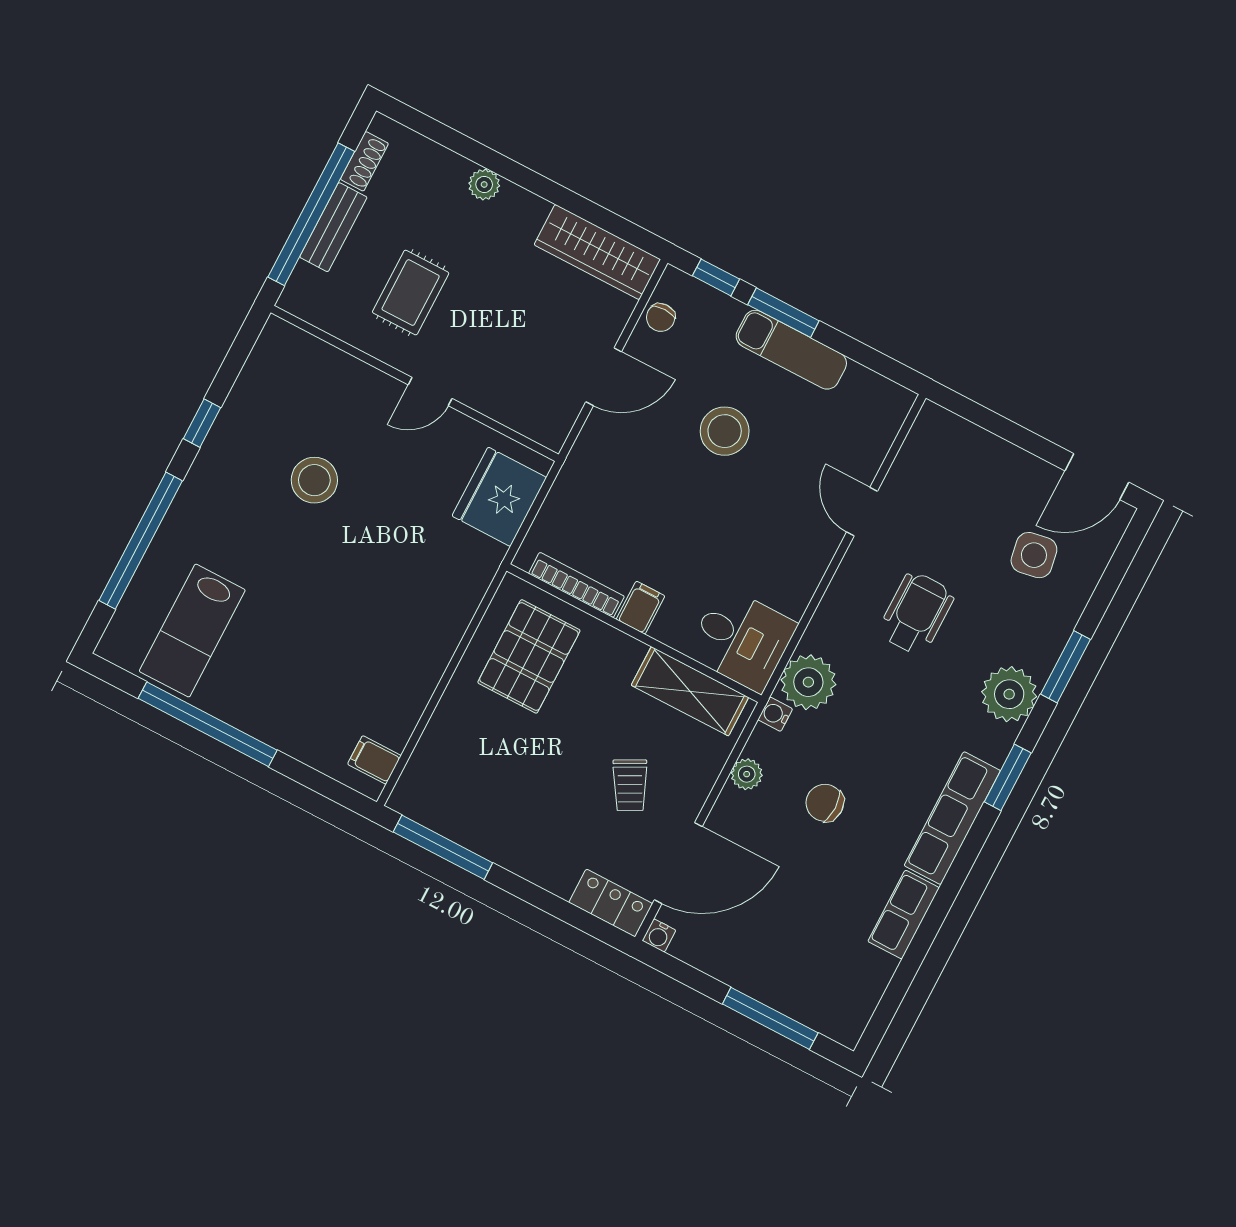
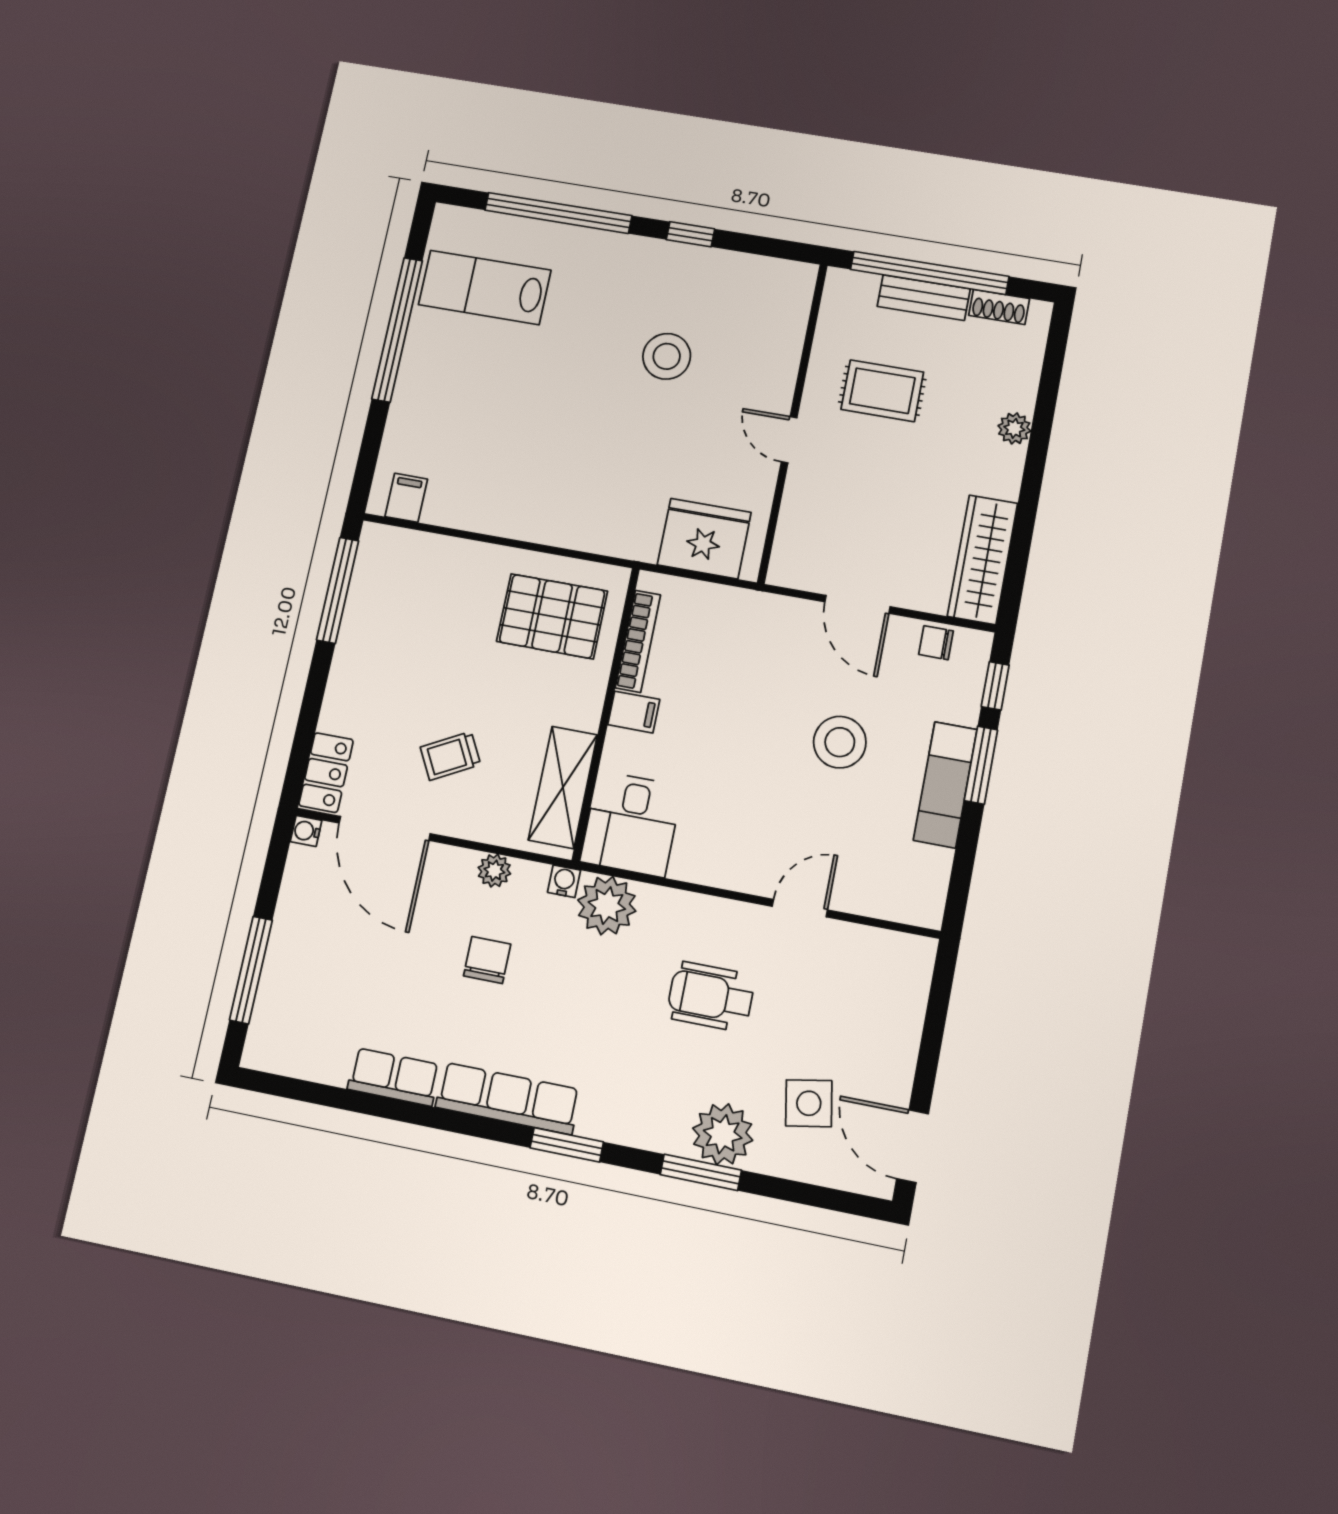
wheelchair: (916, 613) -> (711, 996), turned 180
plant: (1009, 694) -> (723, 1134), moved

